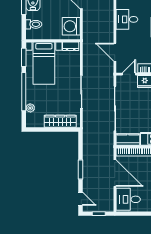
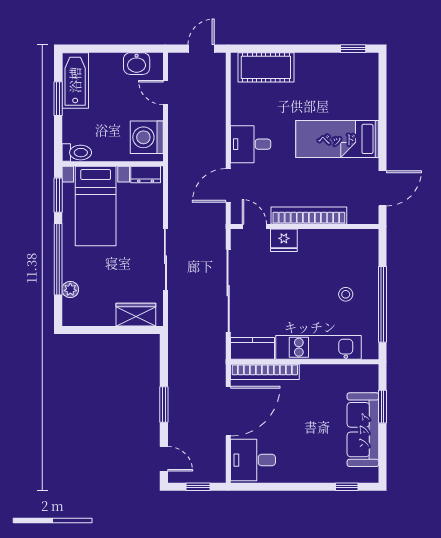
desk: (127, 19) -> (251, 144), moved
toilet: (34, 24) -> (77, 153), moved
door: (115, 52) -> (228, 185), hinge flipped
door: (129, 74) -> (254, 227), hinge flipped
wardrobe: (60, 121) -> (136, 315), width x0.67
door: (115, 173) -> (228, 411), hinge flipped

